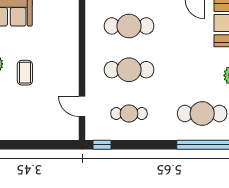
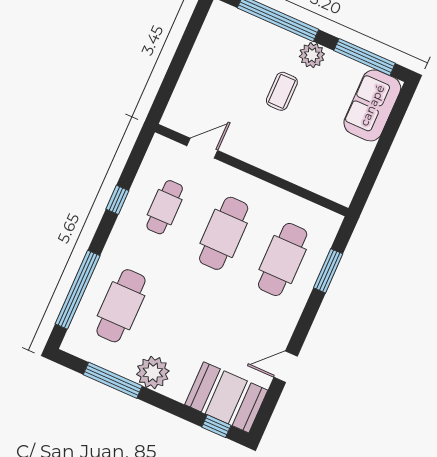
coffee table: (25, 73) -> (282, 91), turned 90
window: (102, 145) -> (117, 200), moved

